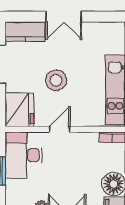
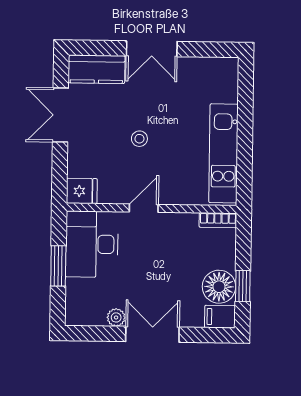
stool: (56, 80) -> (139, 139), width x0.53, depth x0.53
fridge: (19, 110) -> (82, 191), width x0.53, depth x0.75

